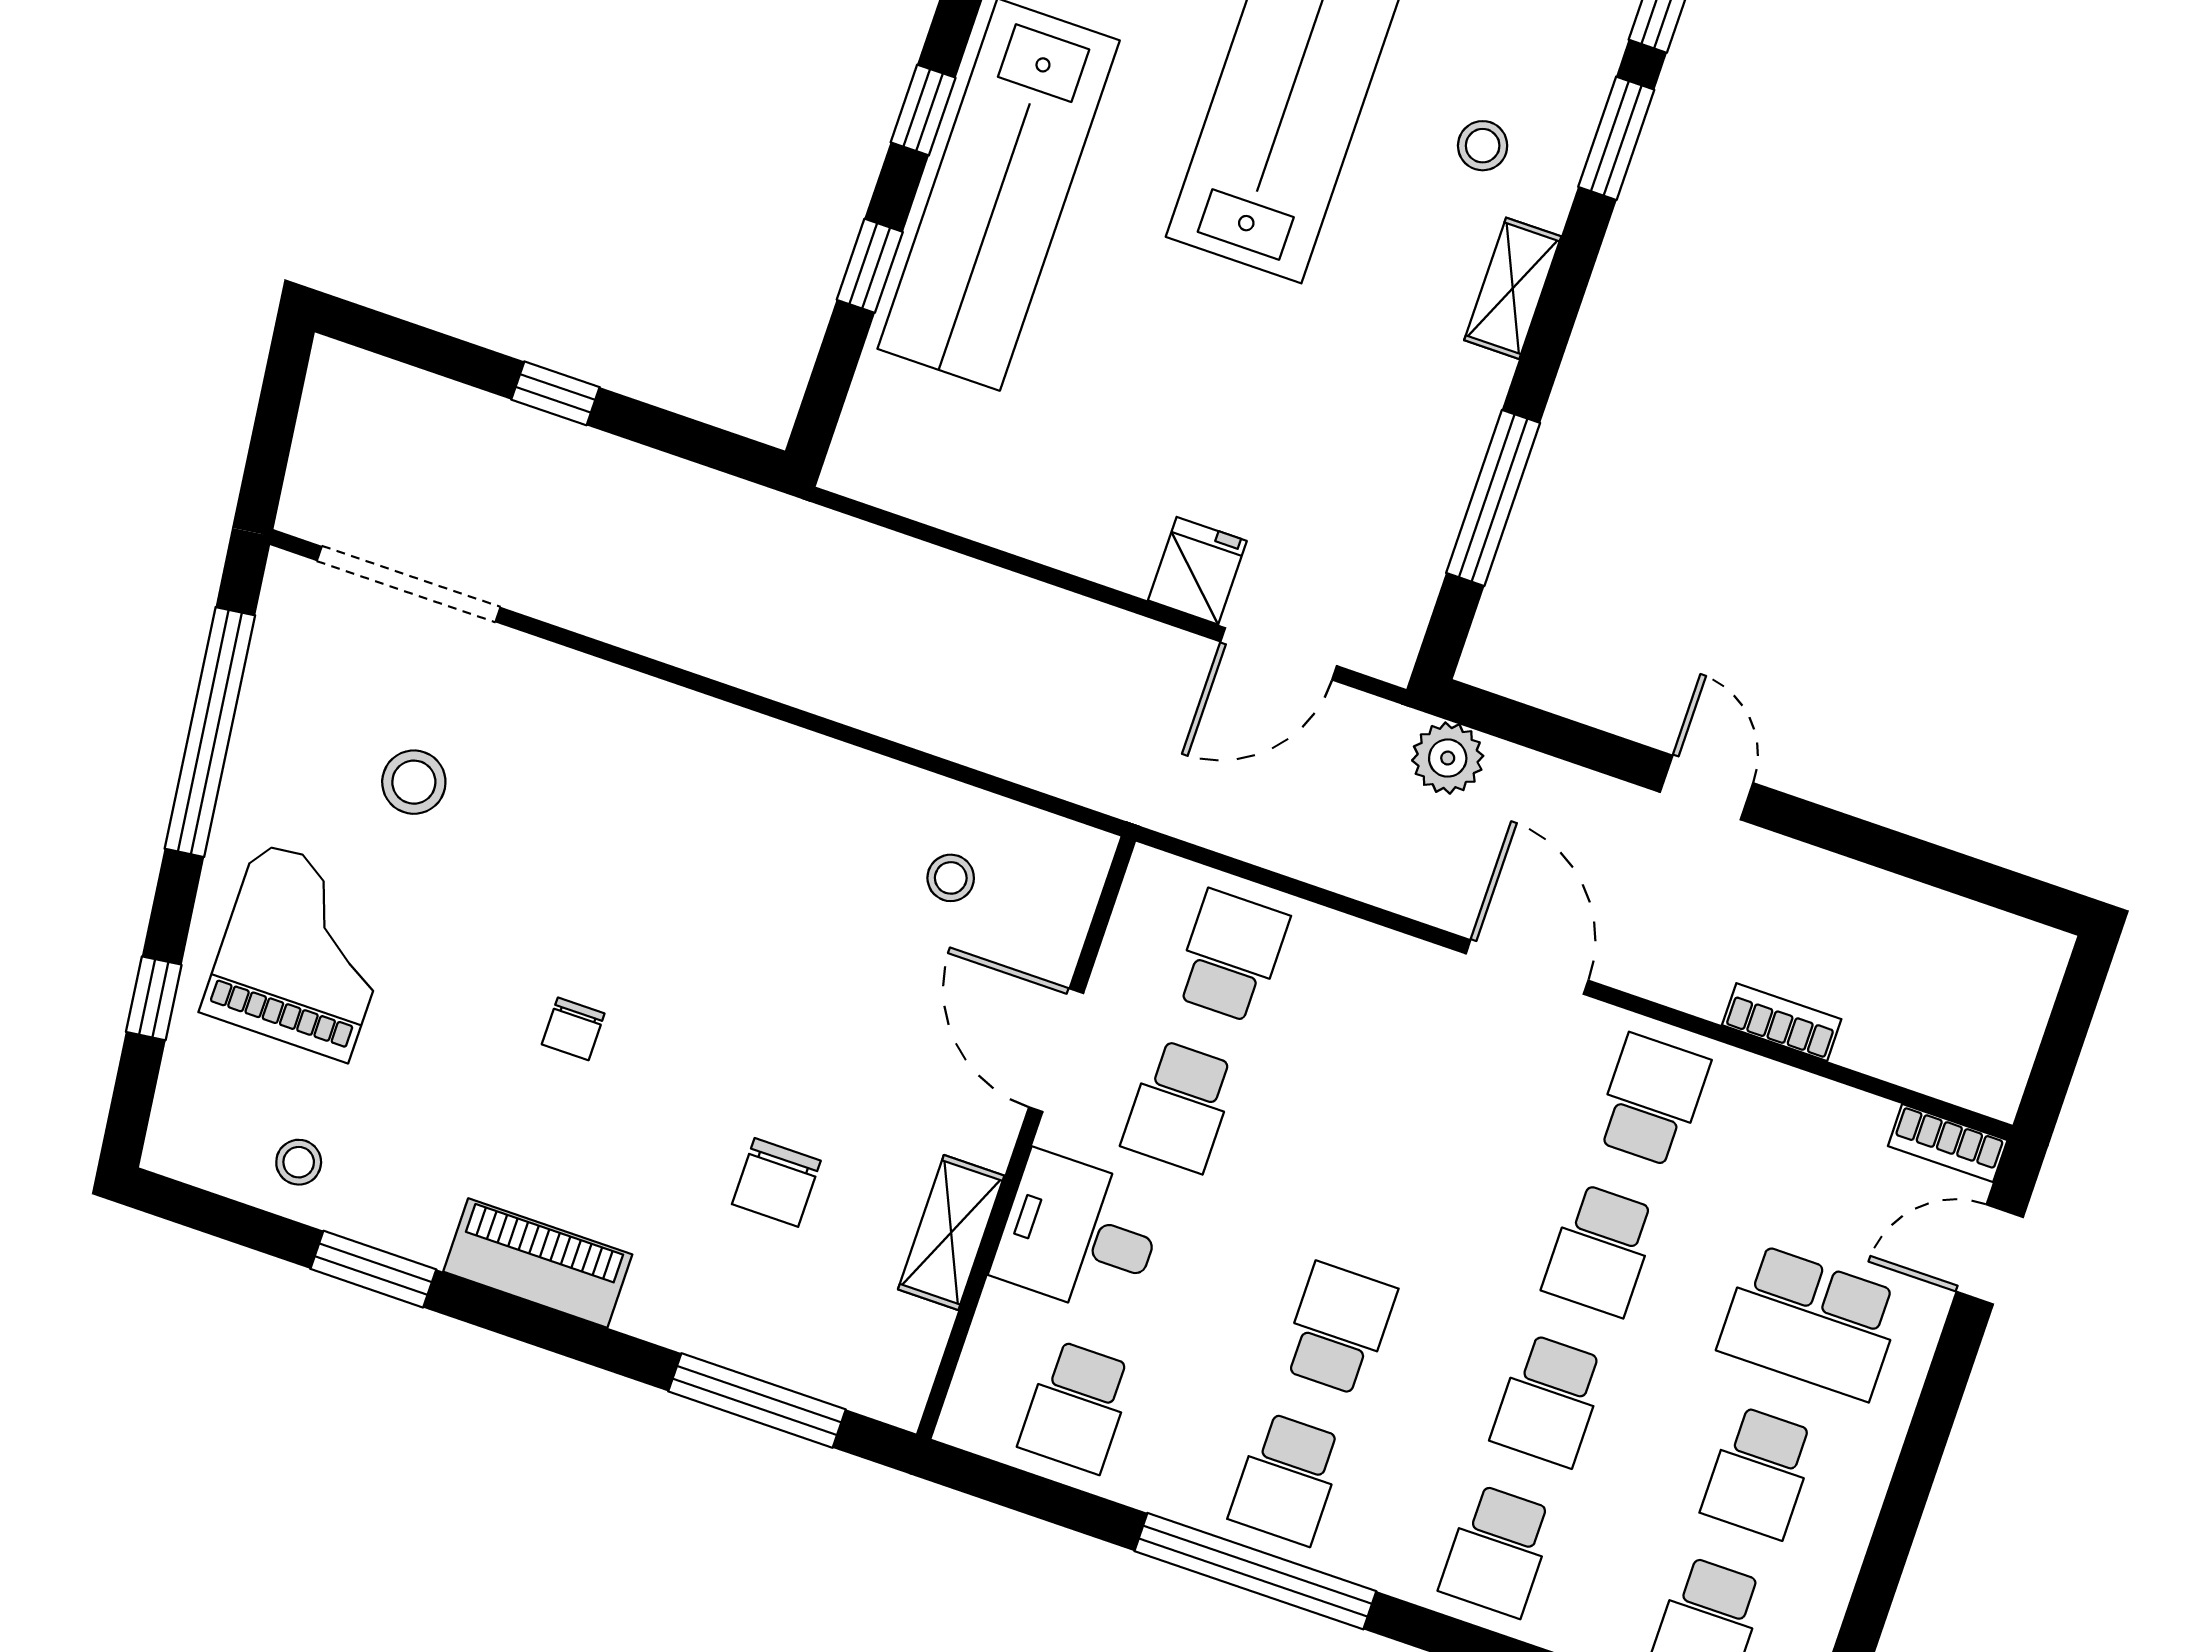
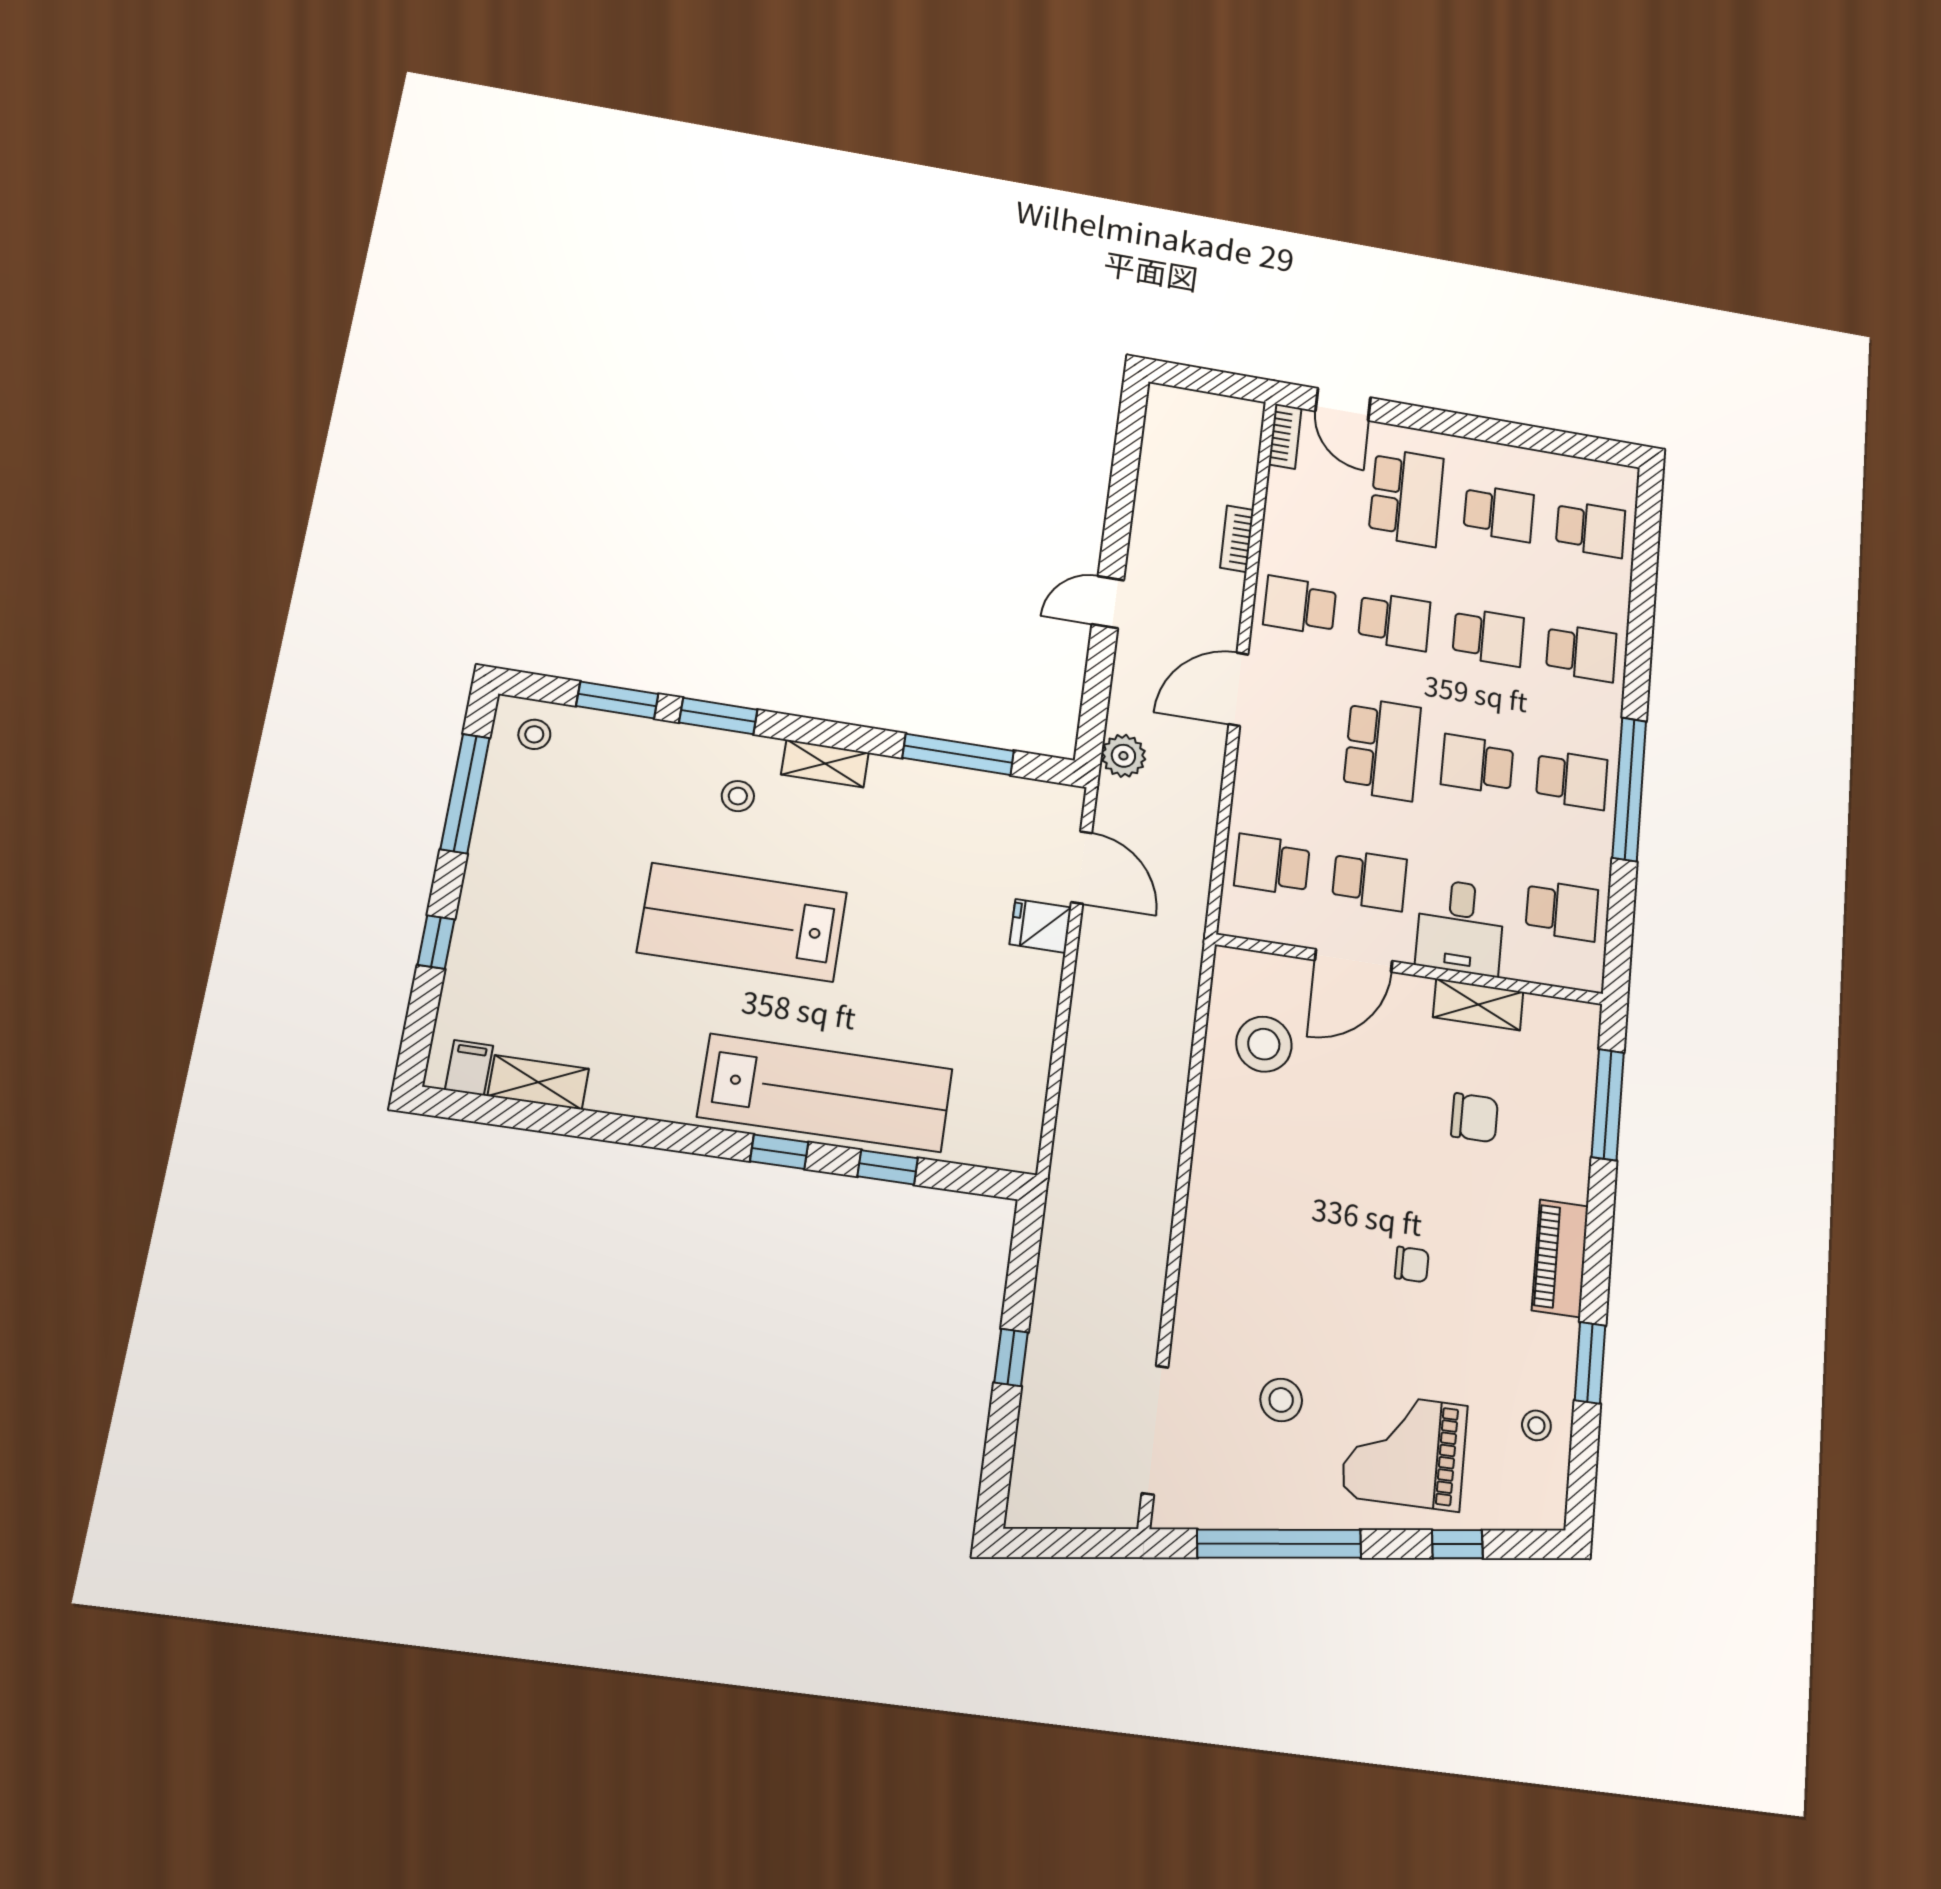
stool: (951, 878) -> (1264, 1044), width x1.89, depth x1.89
school desk: (1390, 1178) -> (1382, 749), added

